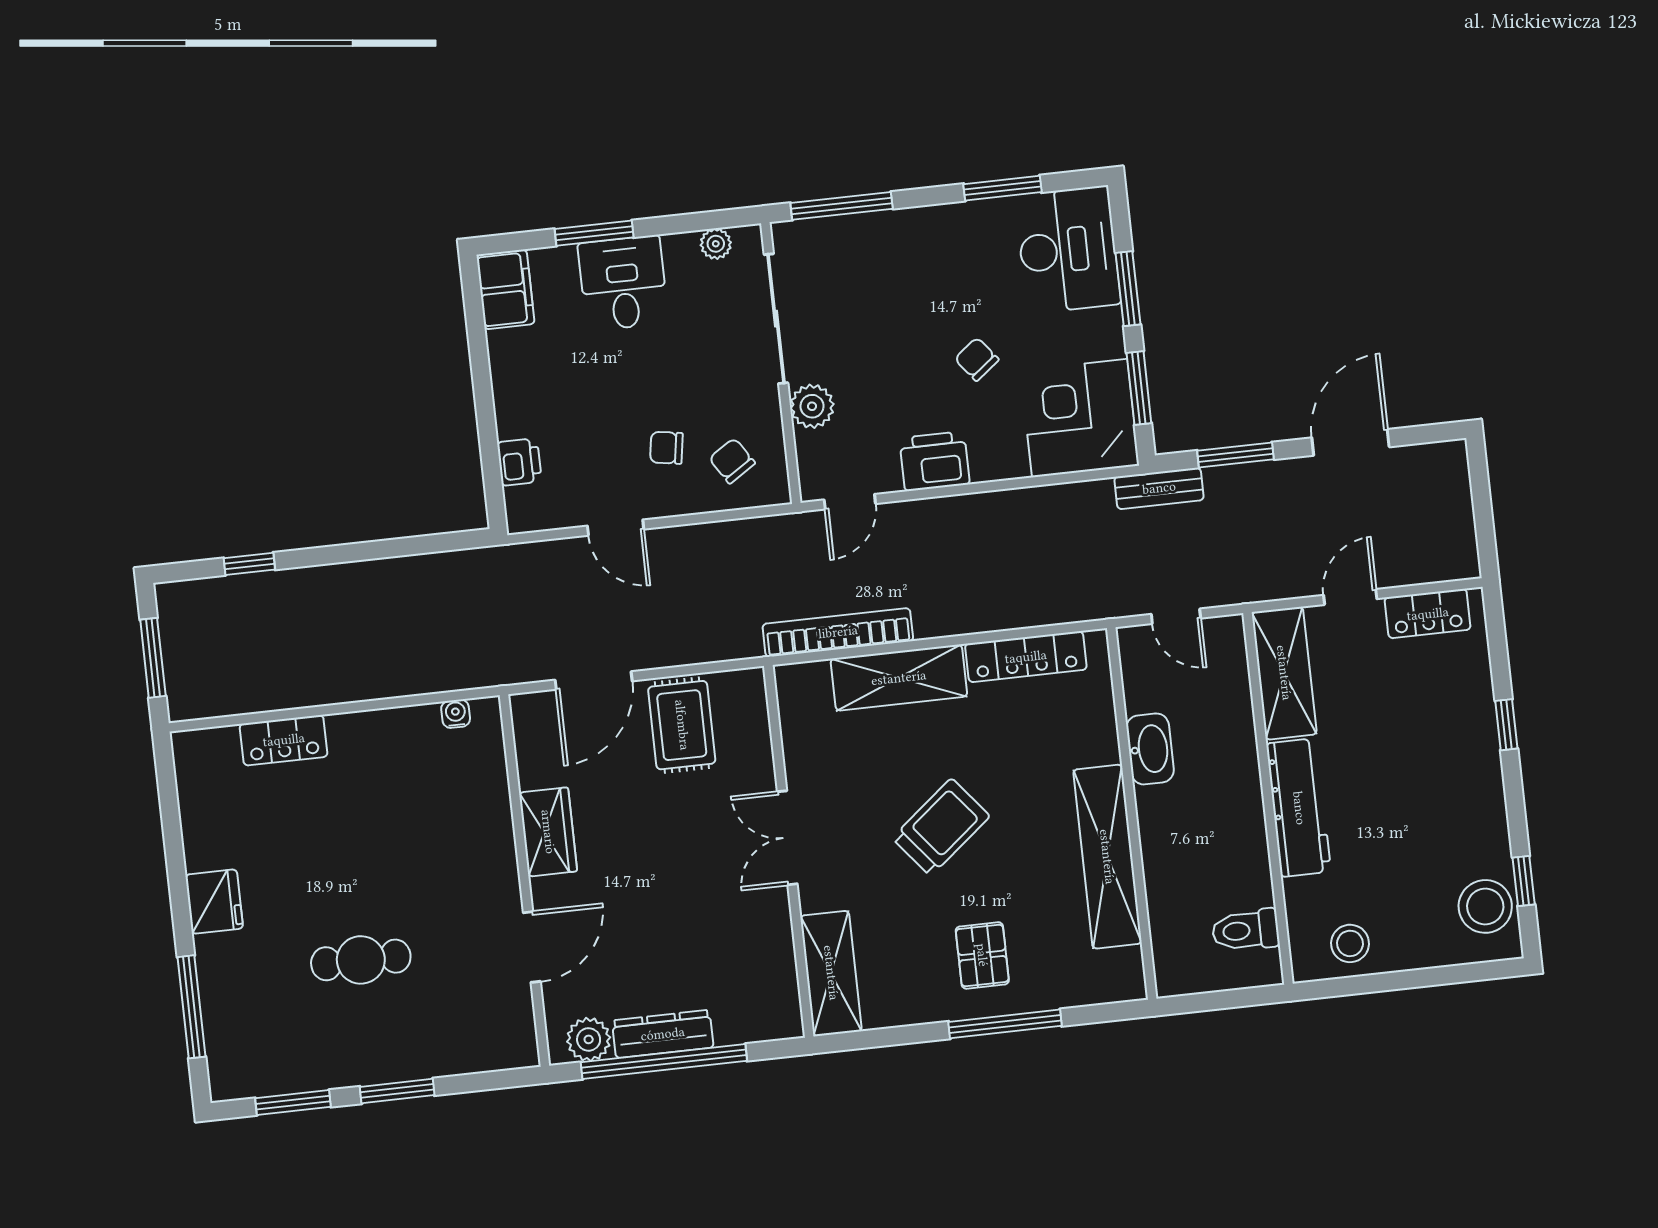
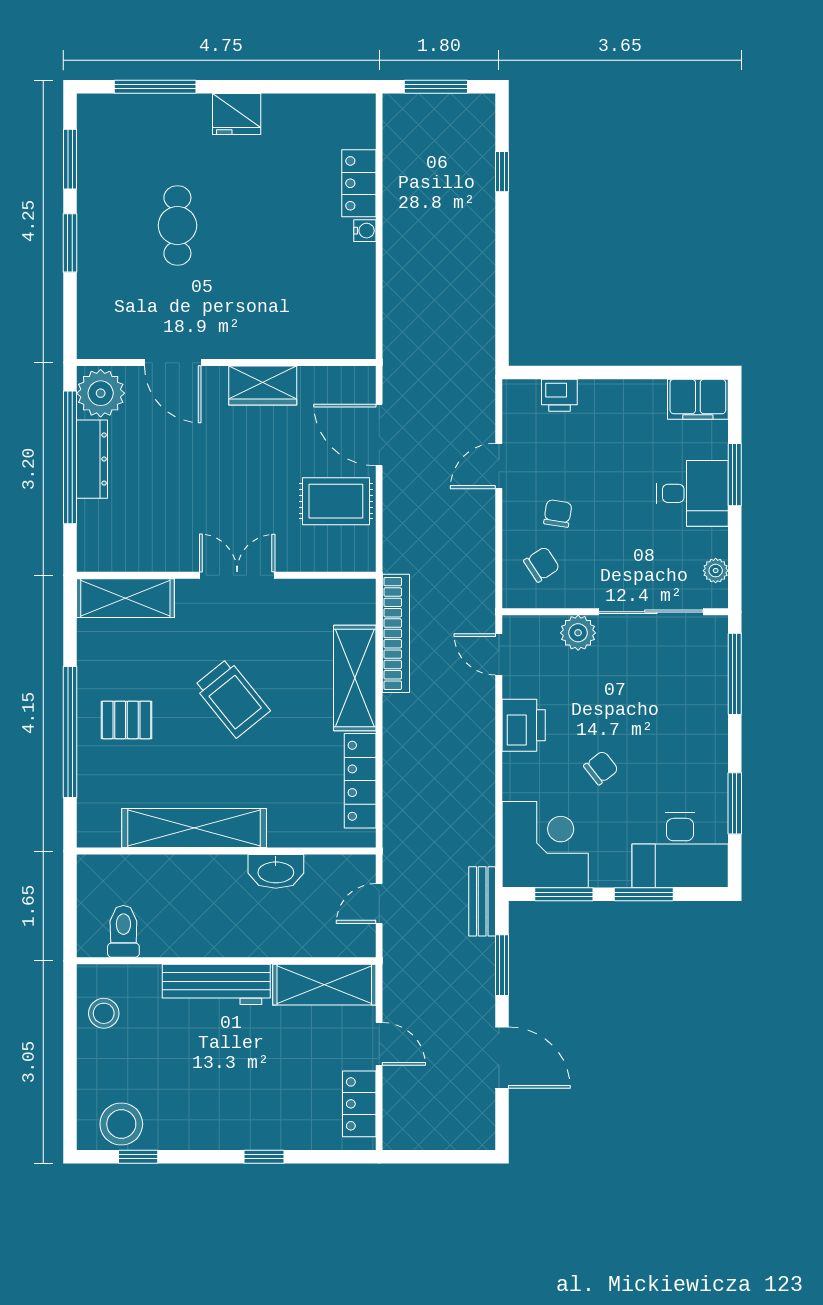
water cooler: (456, 714) -> (365, 231), moved
window: (1005, 1024) -> (70, 732), width x1.46
plant: (589, 1039) -> (101, 393), width x1.36, depth x1.36

